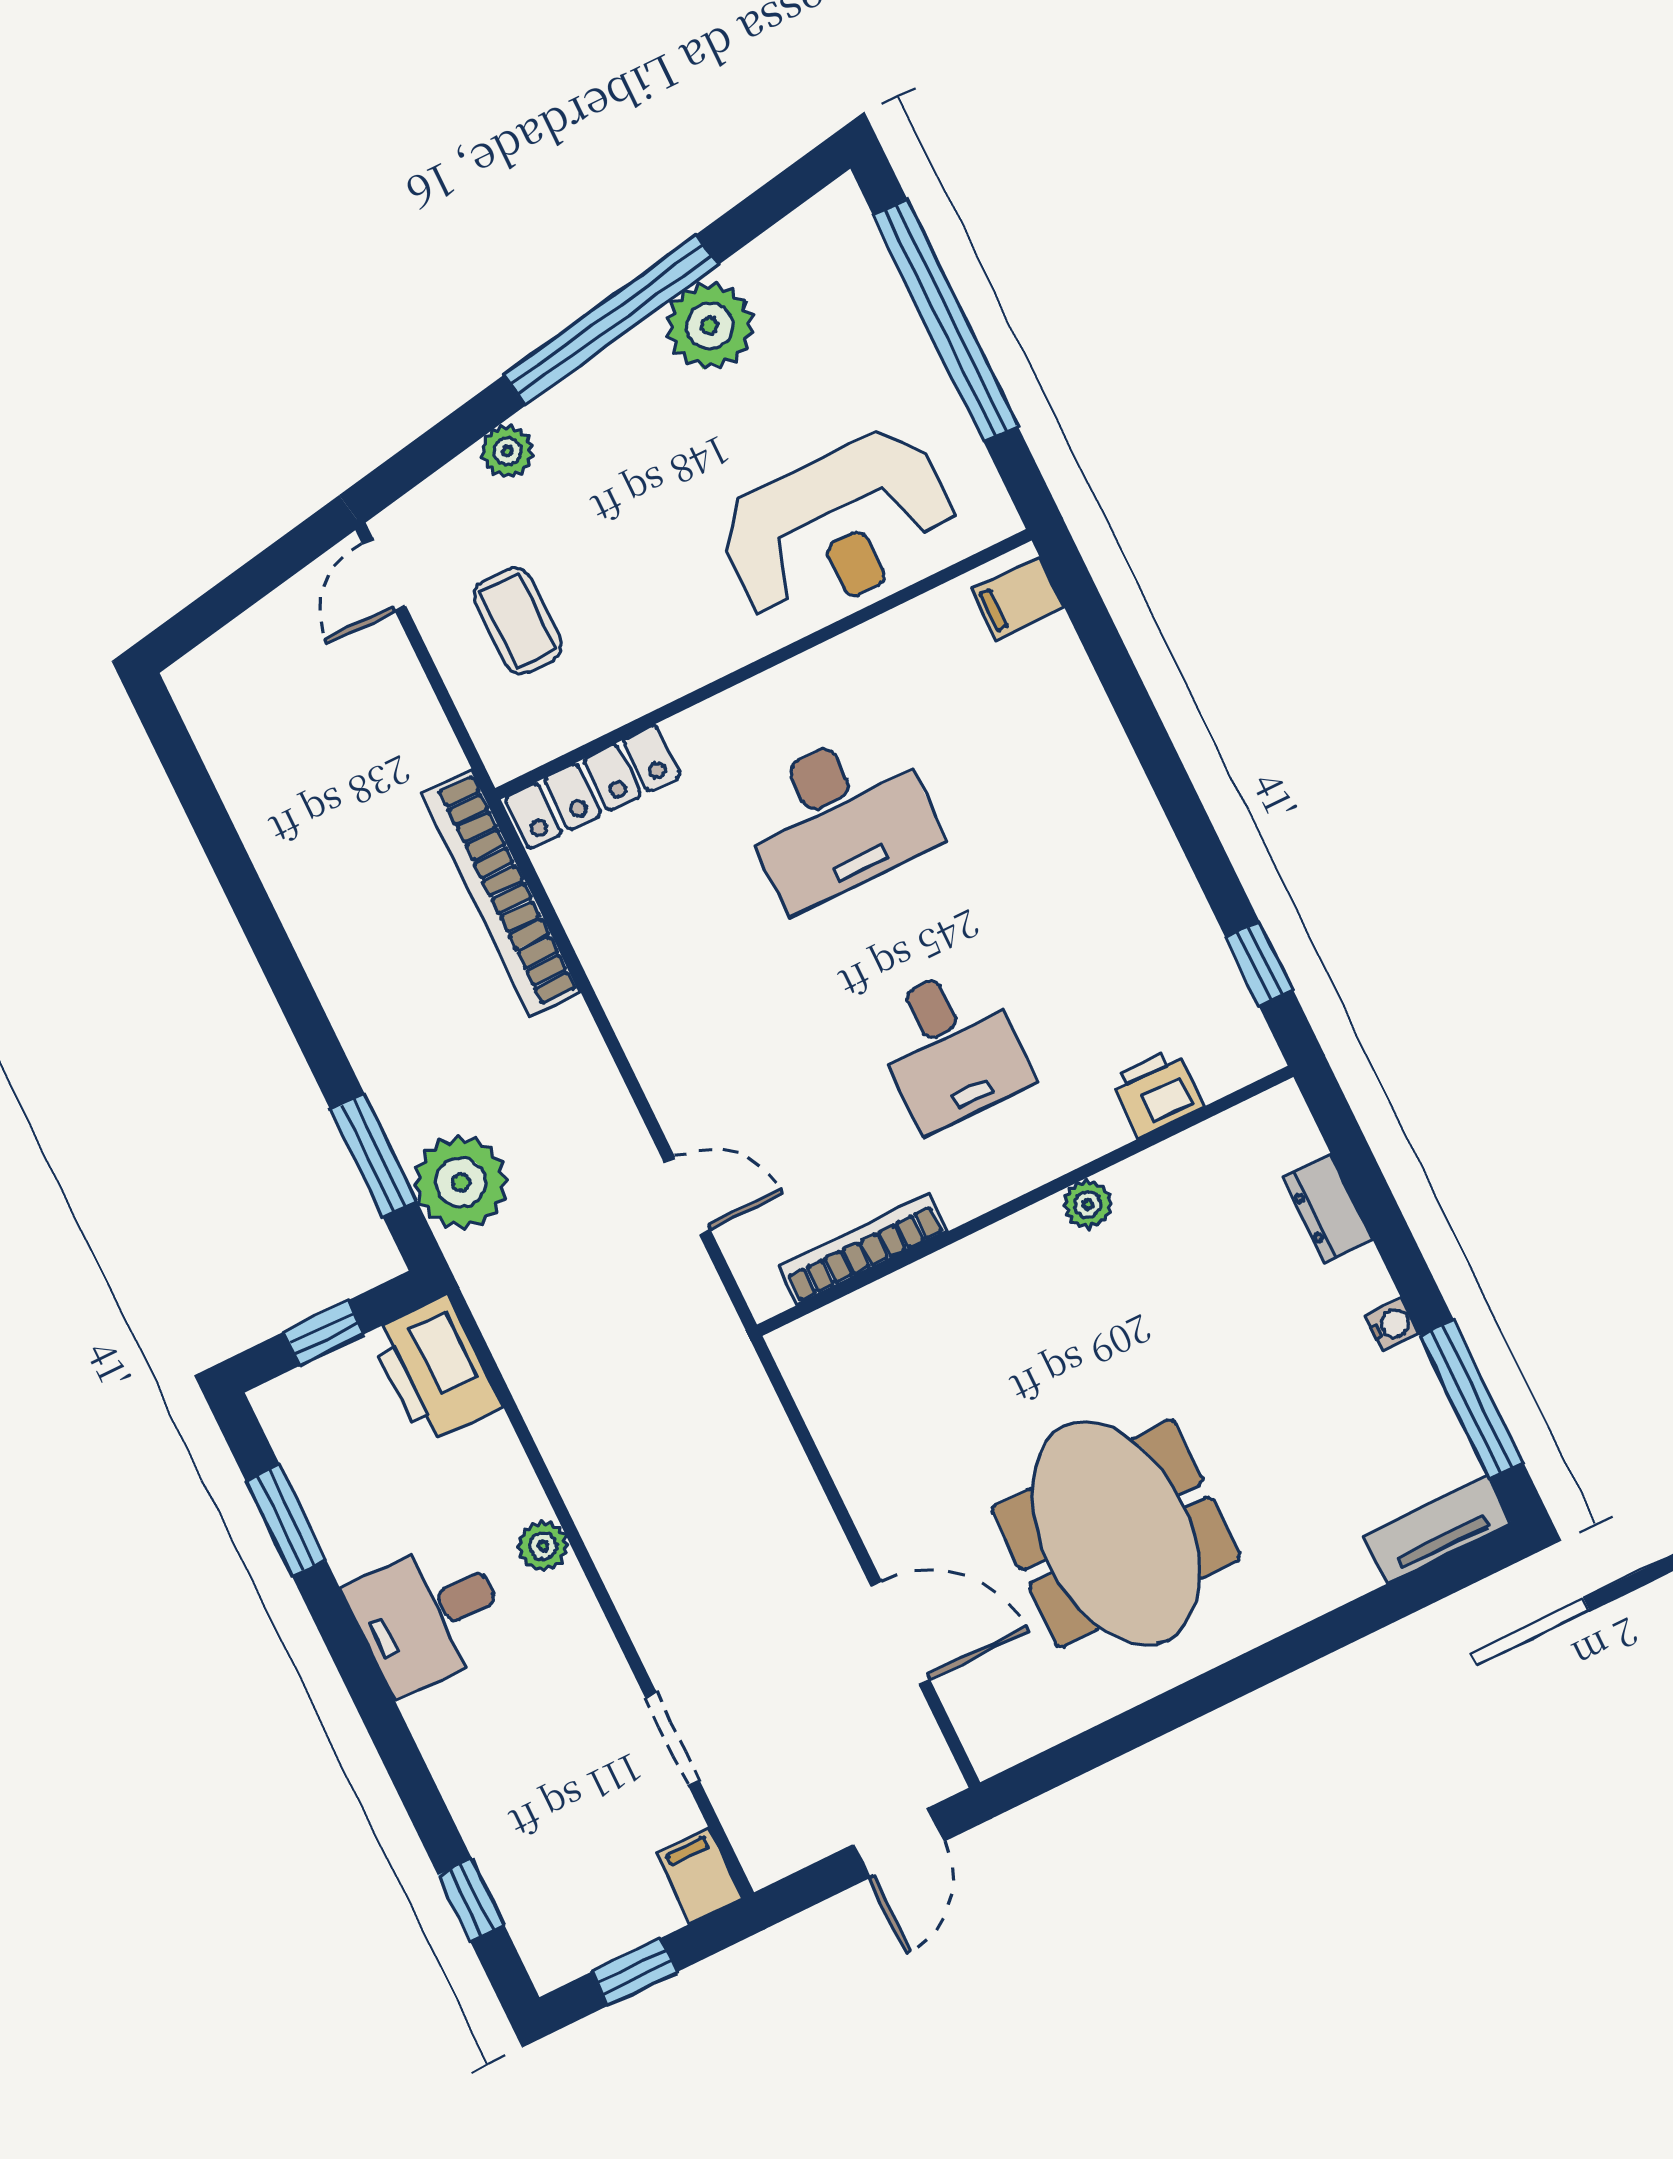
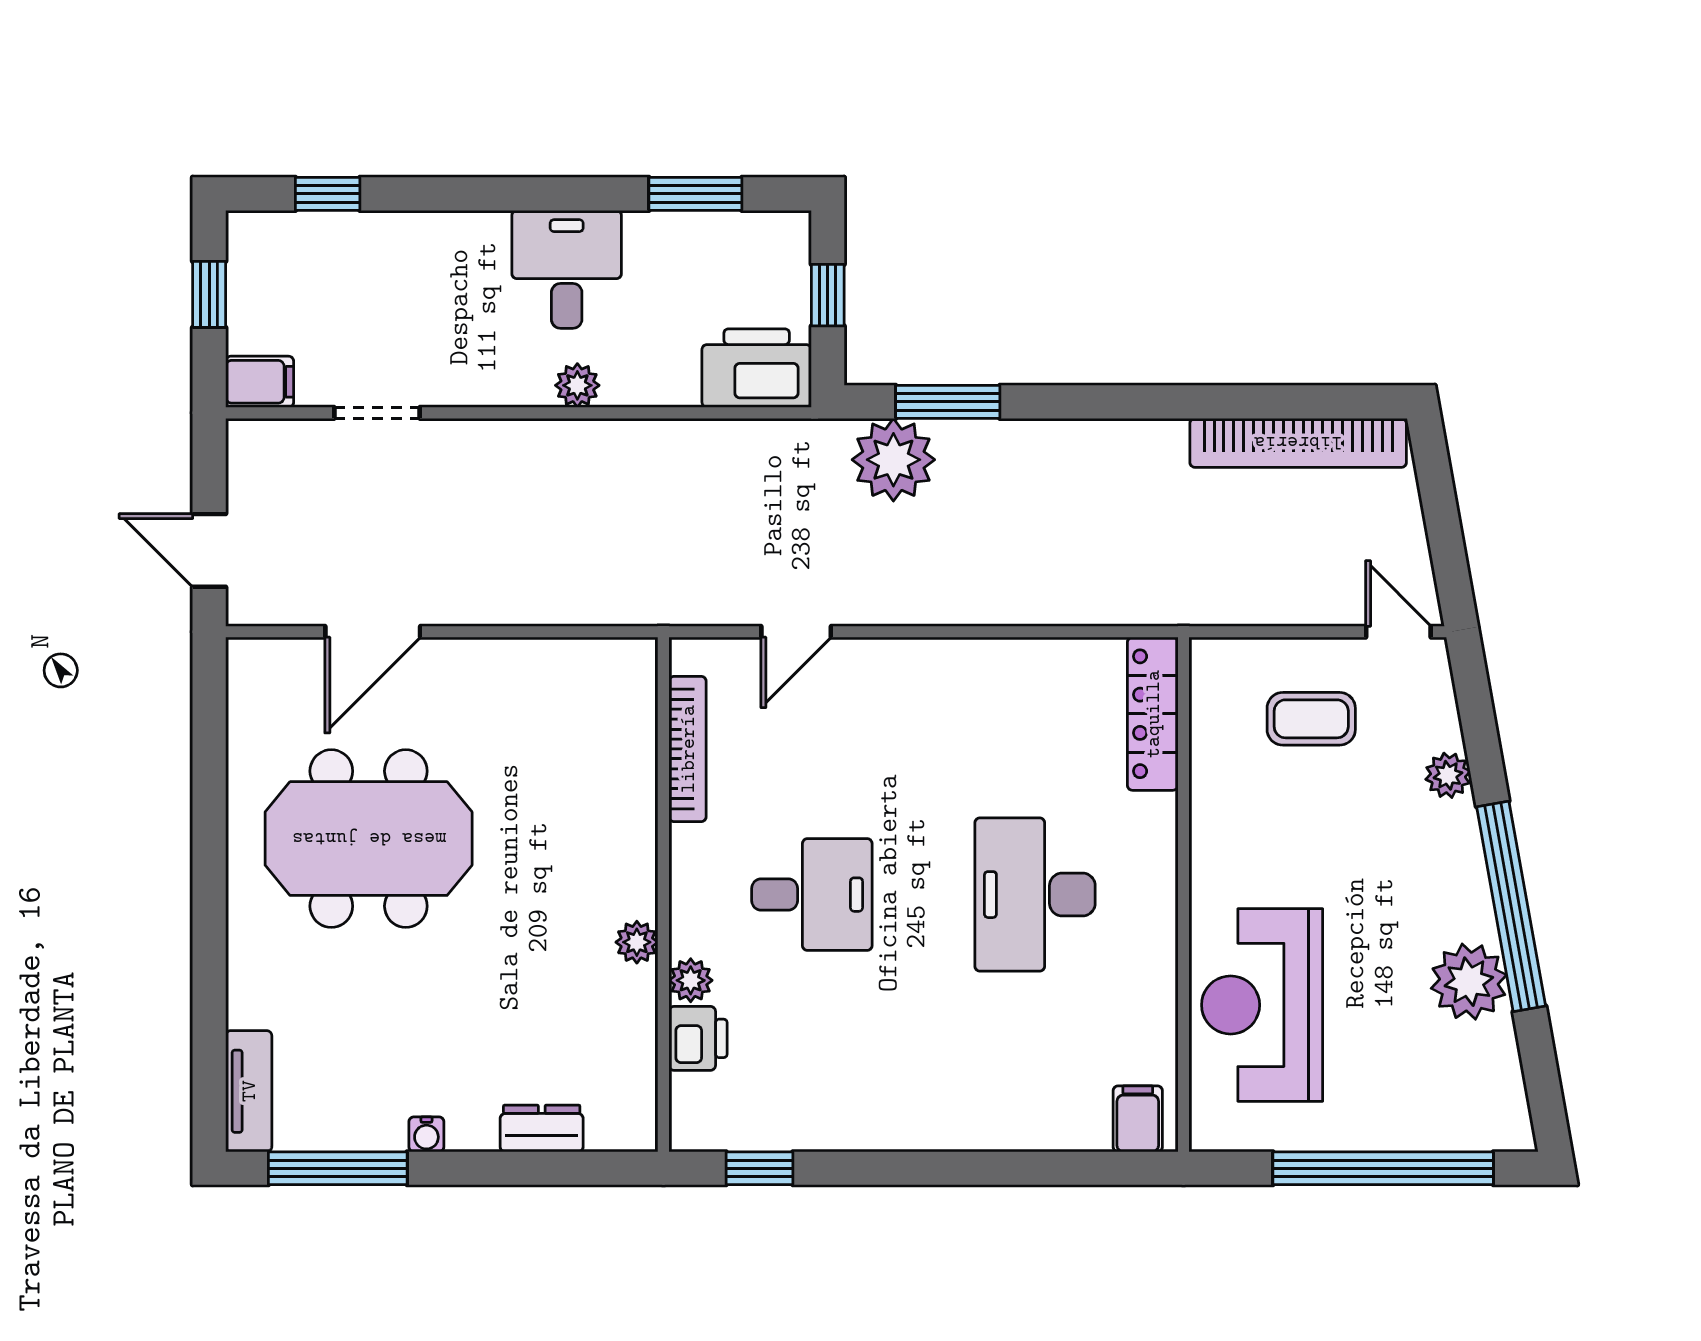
bookcase: (501, 893) -> (1298, 443), moved, turned 180
desk: (950, 1048) -> (812, 895), turned 180
plant: (1100, 1130) -> (691, 980), added

